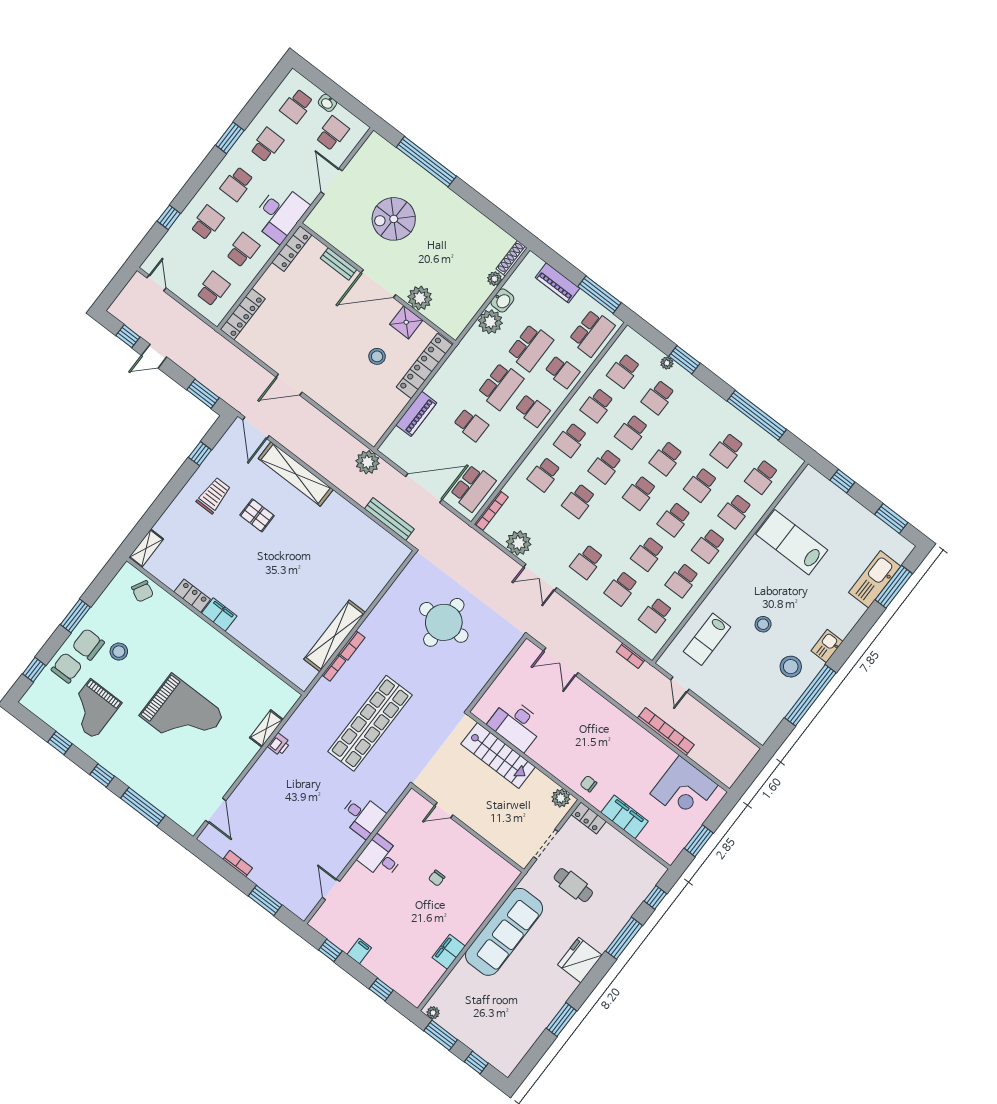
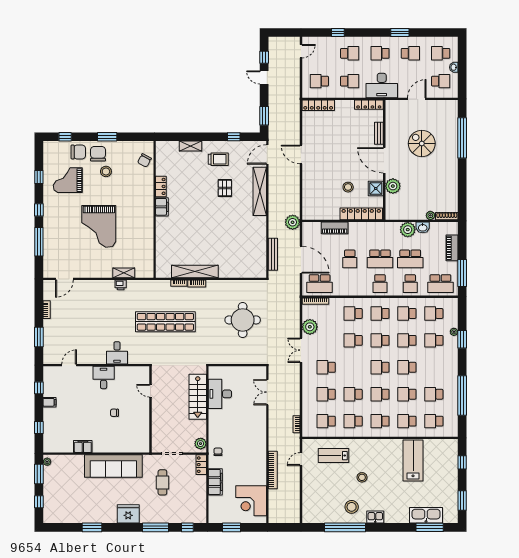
school desk: (213, 289) -> (319, 81), turned 180
shelving: (146, 548) -> (191, 146), moved

